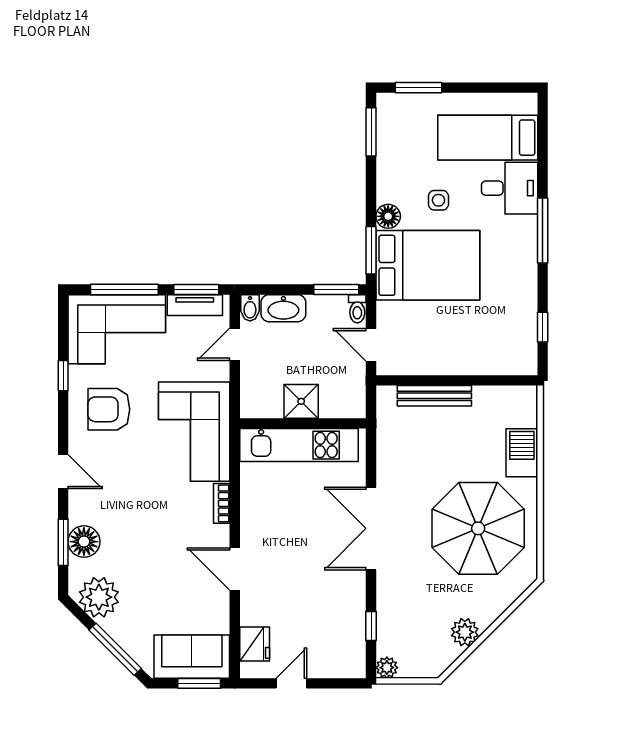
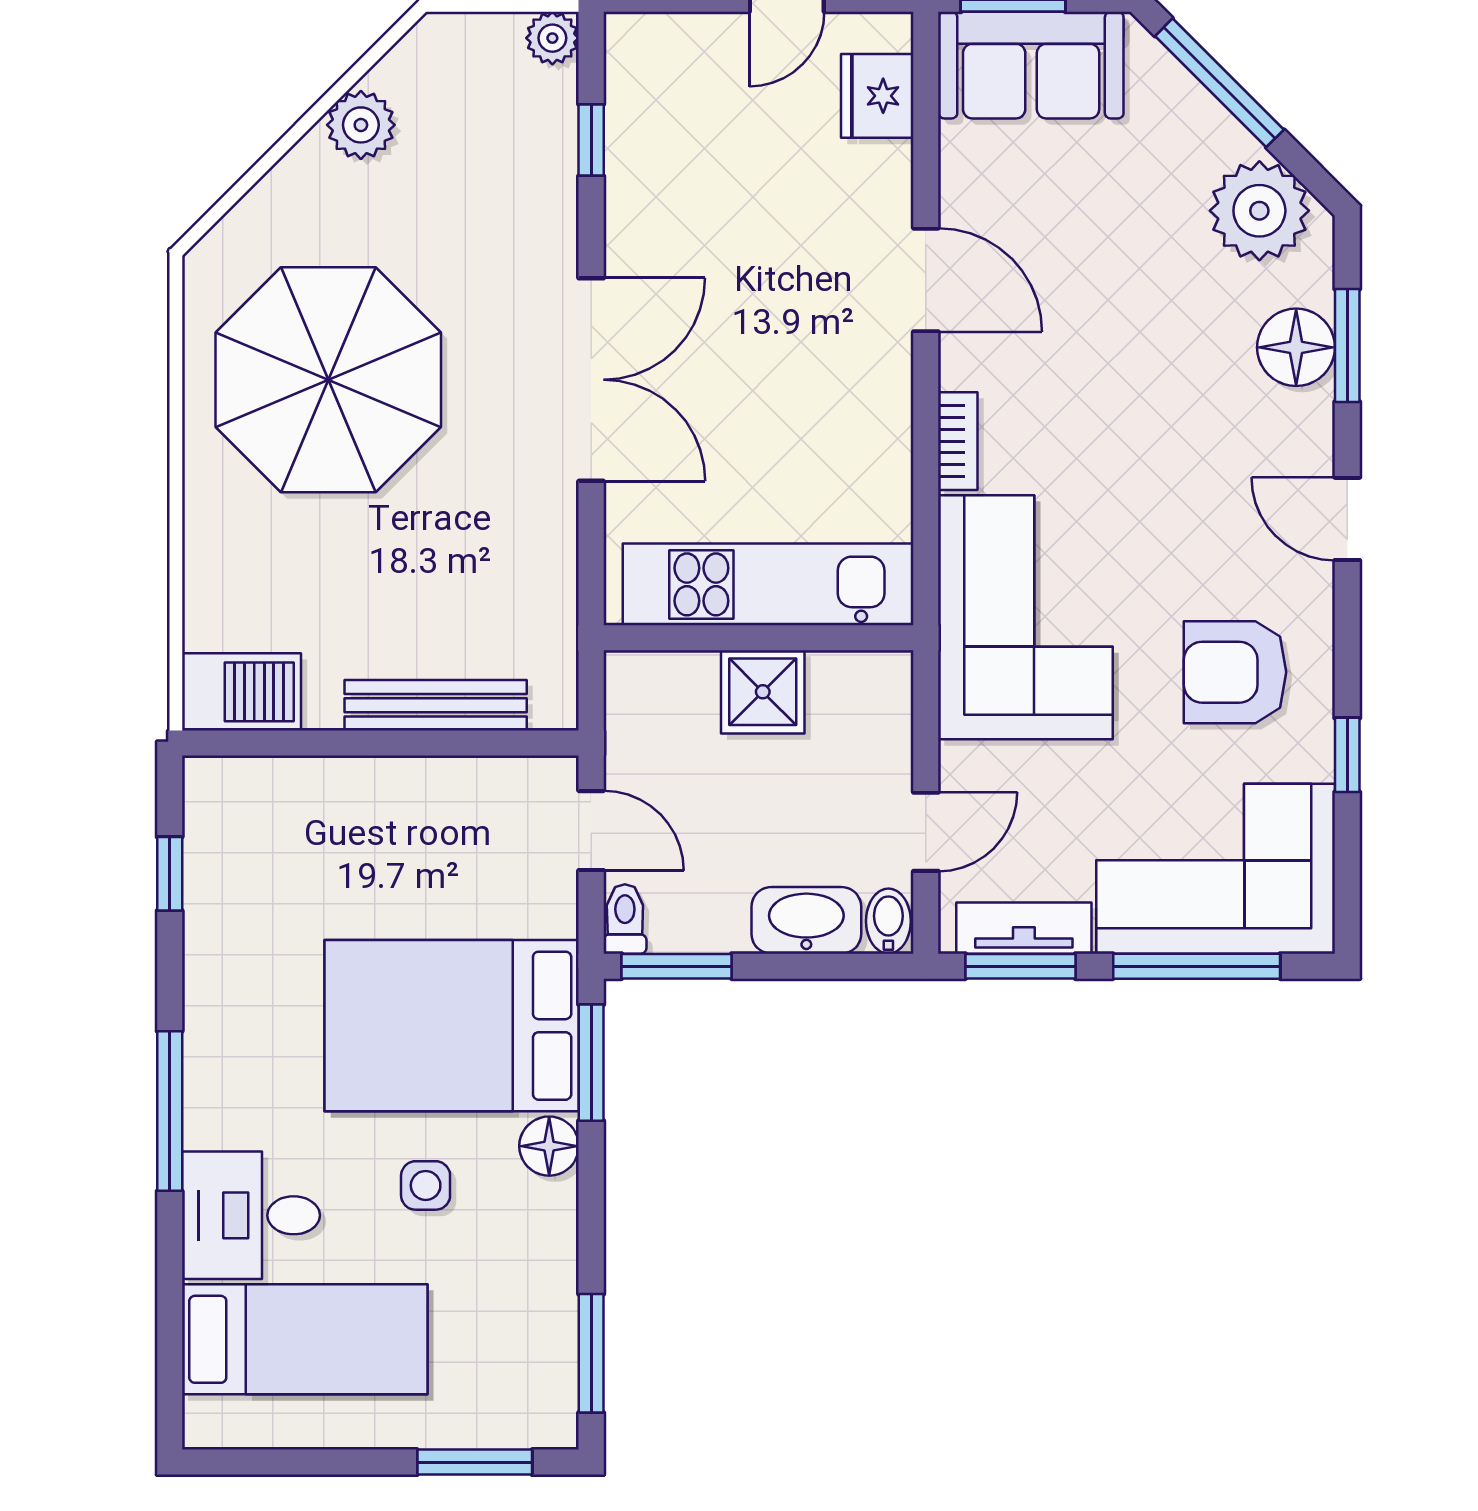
armchair: (109, 409) -> (1235, 672), turned 180
barbecue: (522, 453) -> (241, 692), moved, turned -90

